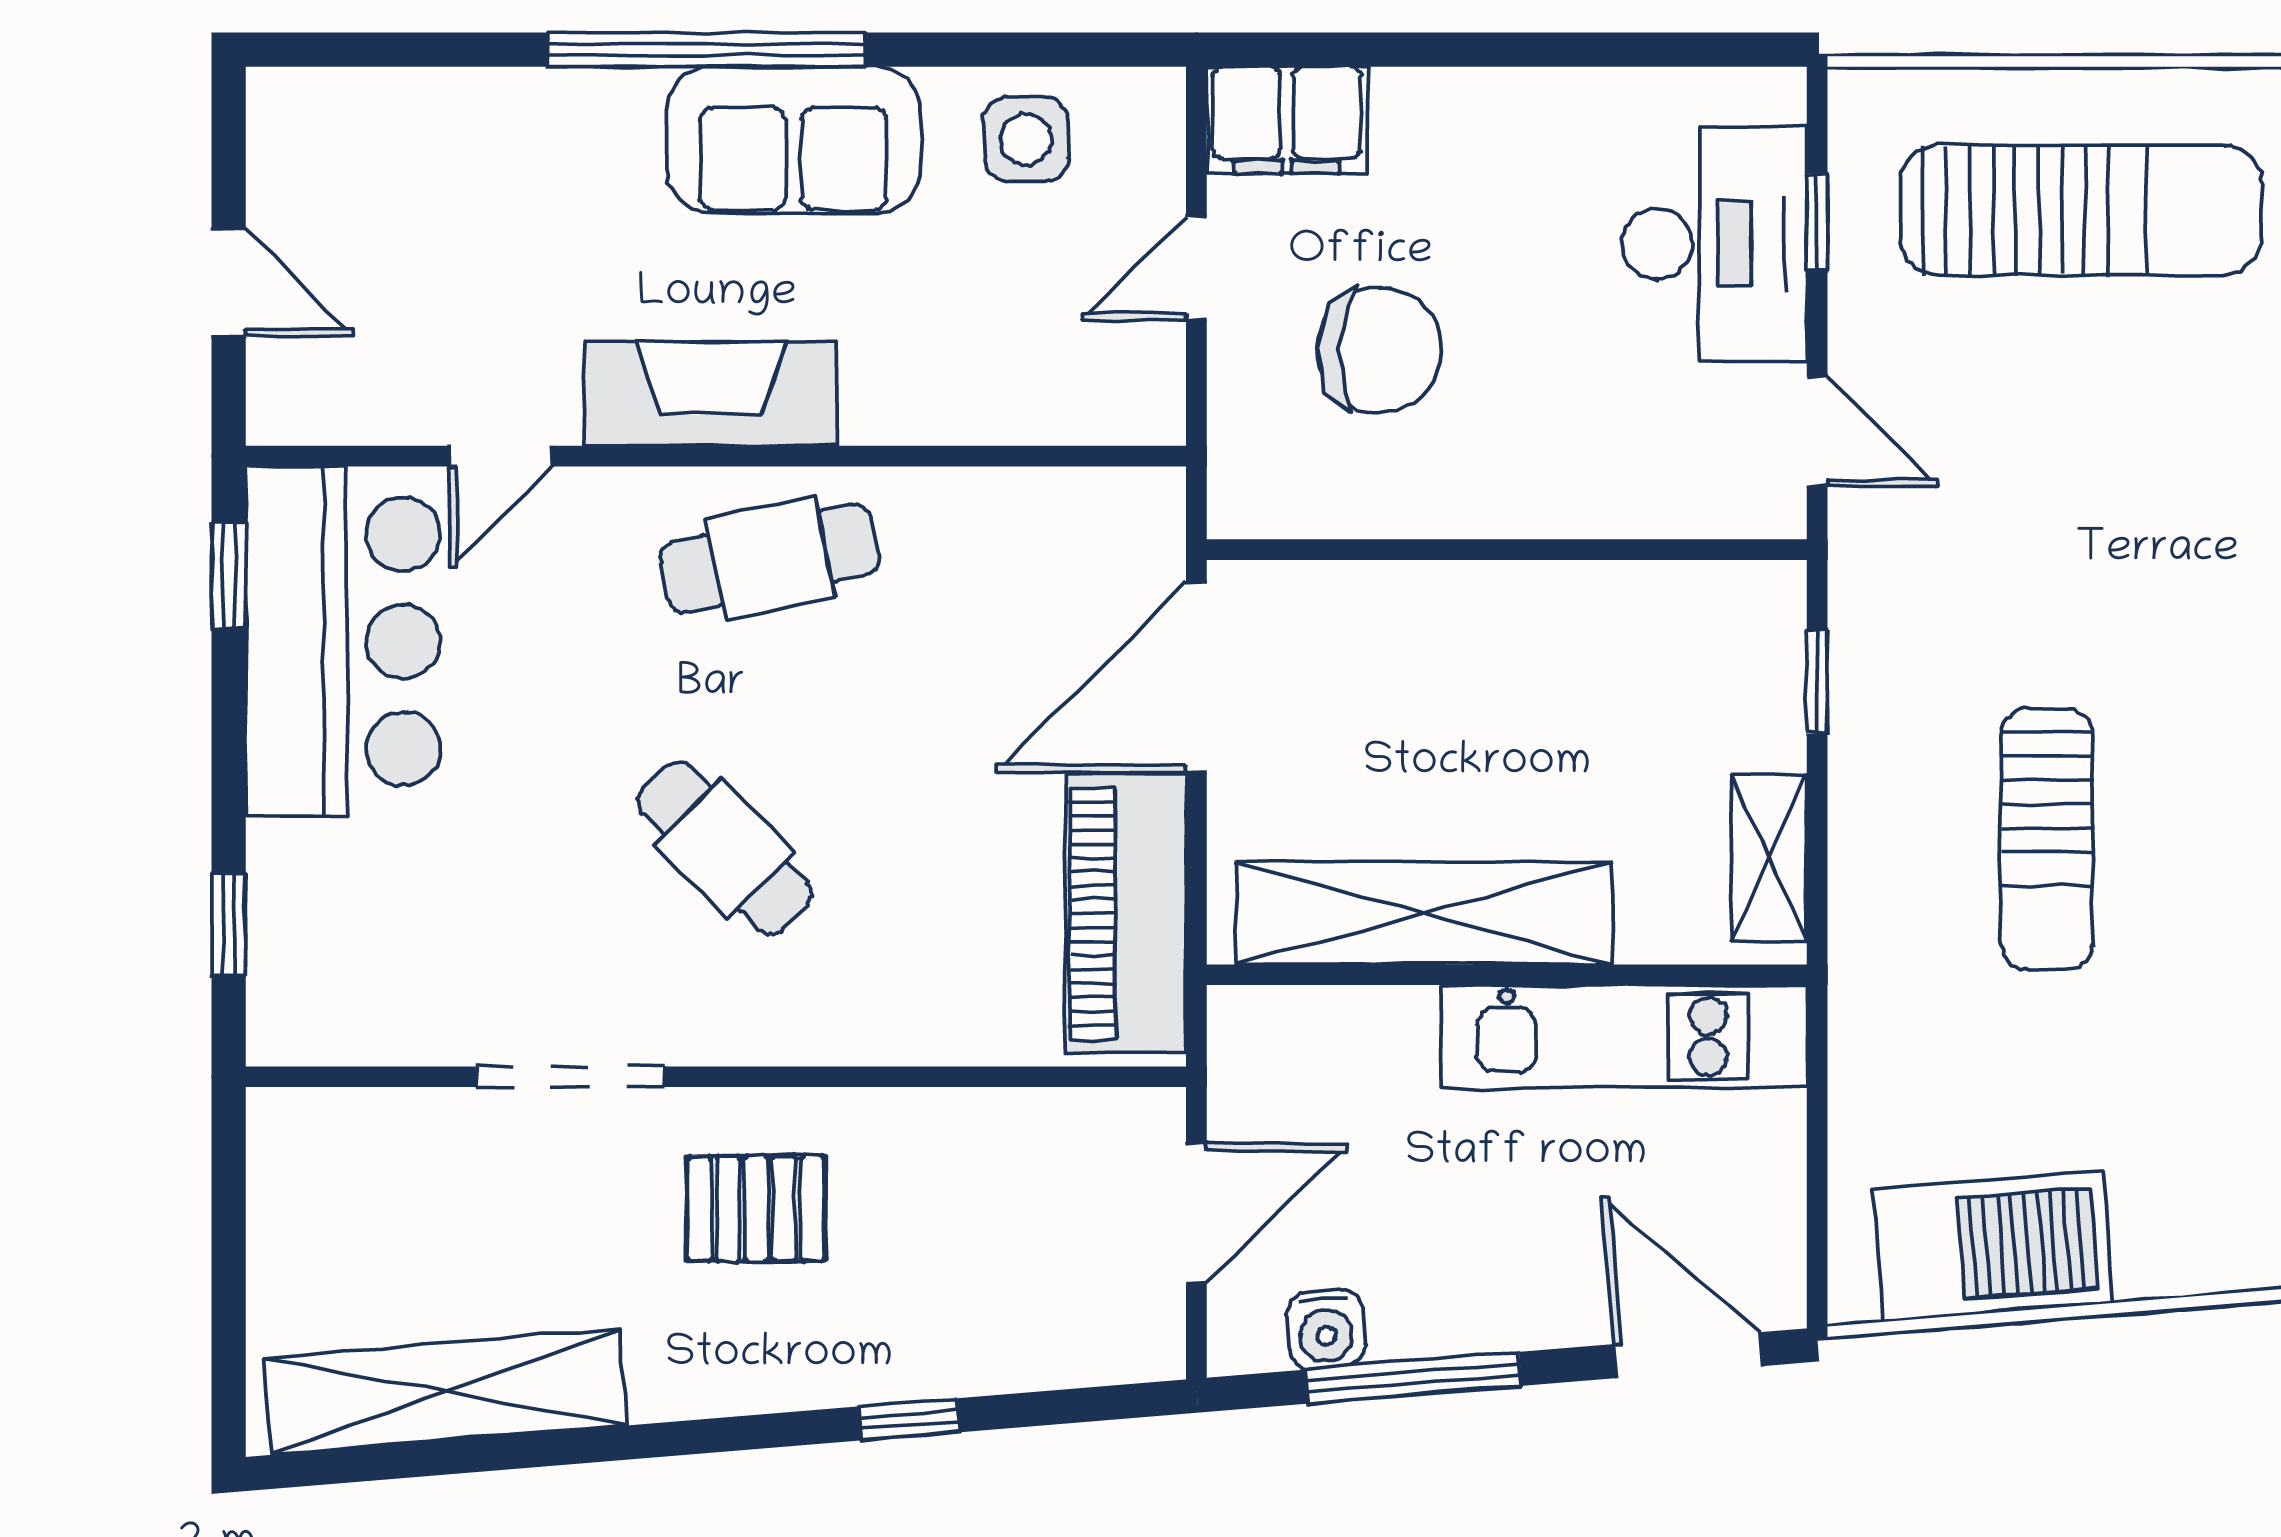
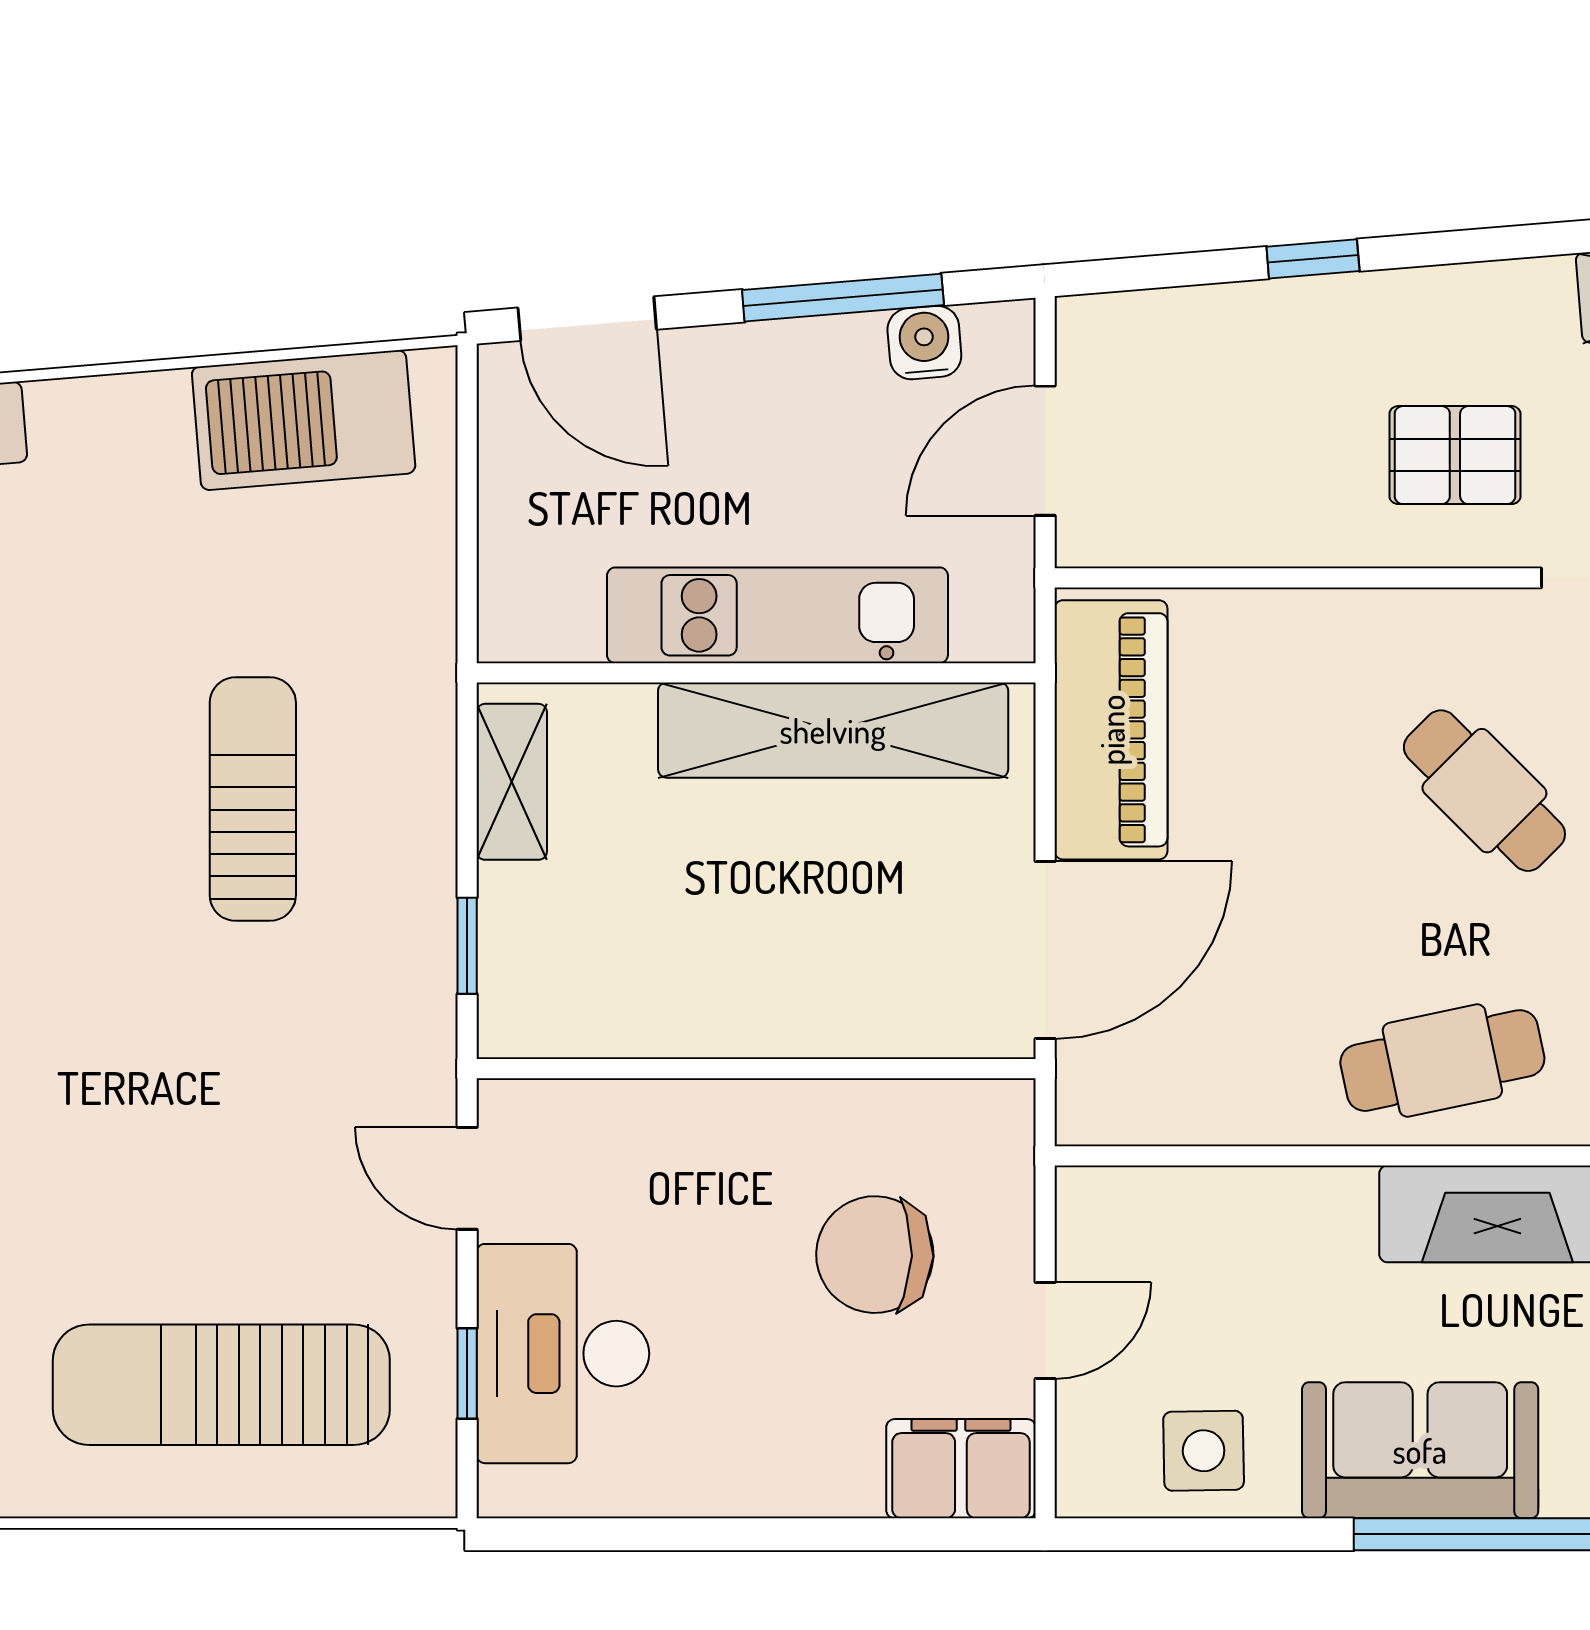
kitchen unit: (1624, 1037) -> (777, 615), moved

